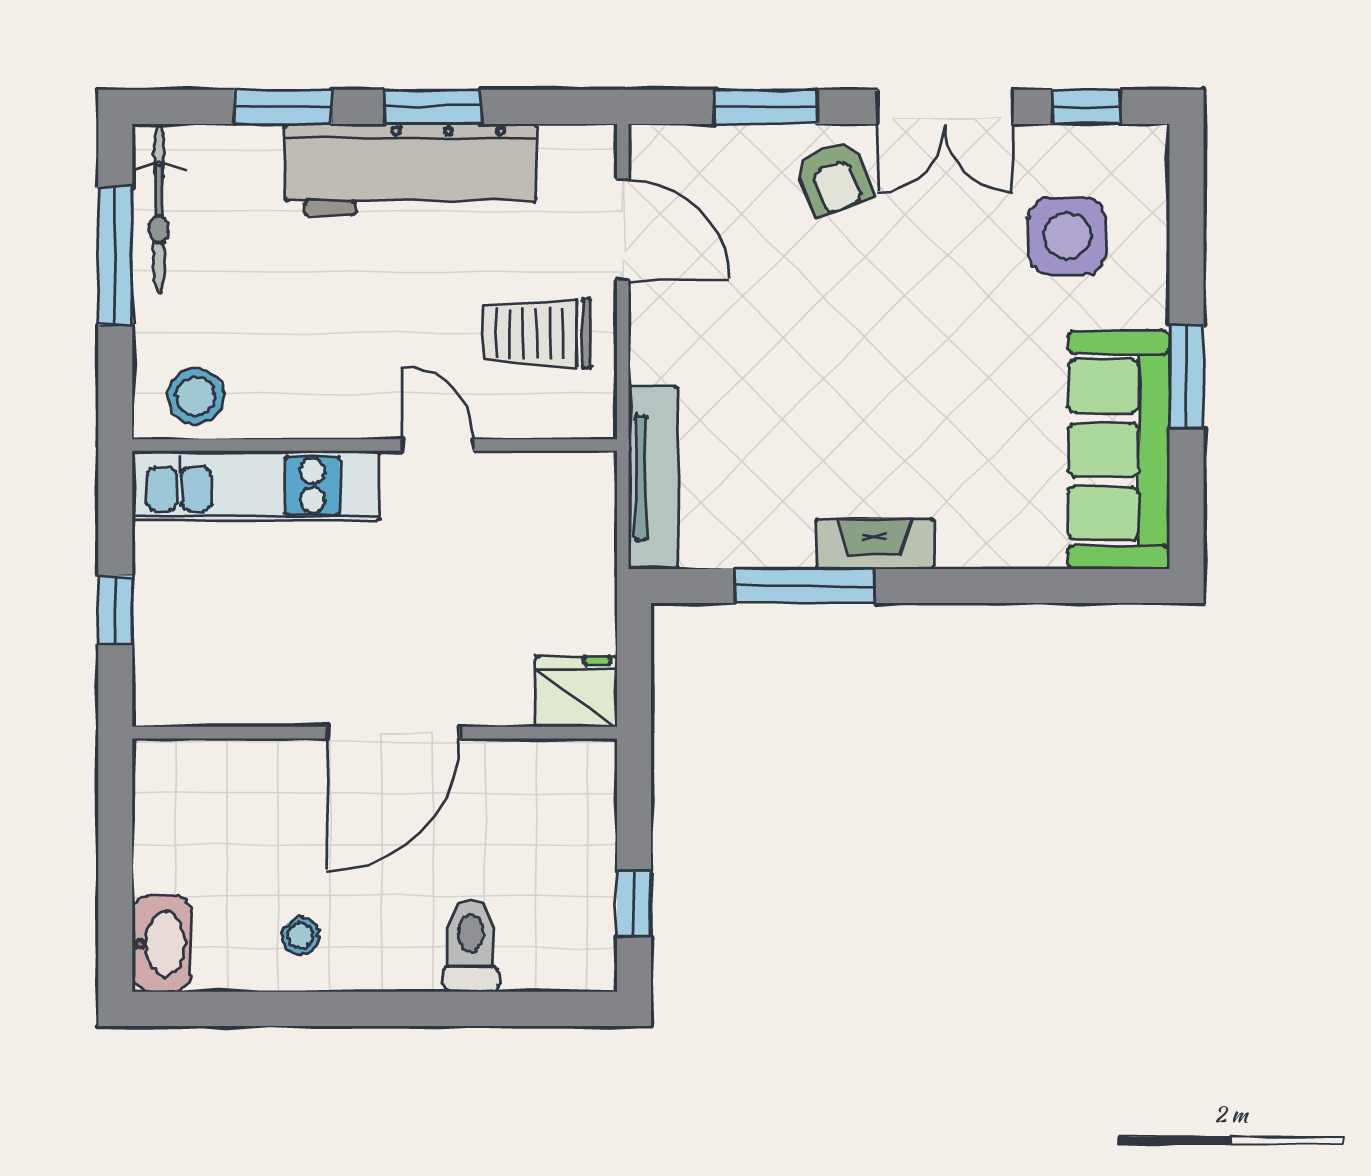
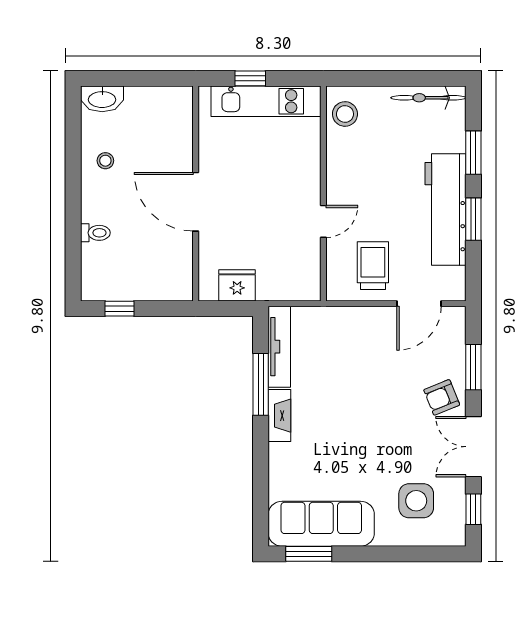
window: (115, 256) -> (407, 78), removed
window: (1186, 377) -> (309, 554), moved
tv unit: (653, 478) -> (279, 347), moved, turned -90
kitchen unit: (256, 486) -> (266, 101), moved, turned -90
fridge: (576, 692) -> (237, 285), moved, turned -90
toilet: (471, 946) -> (95, 233), width x0.73, depth x0.72

